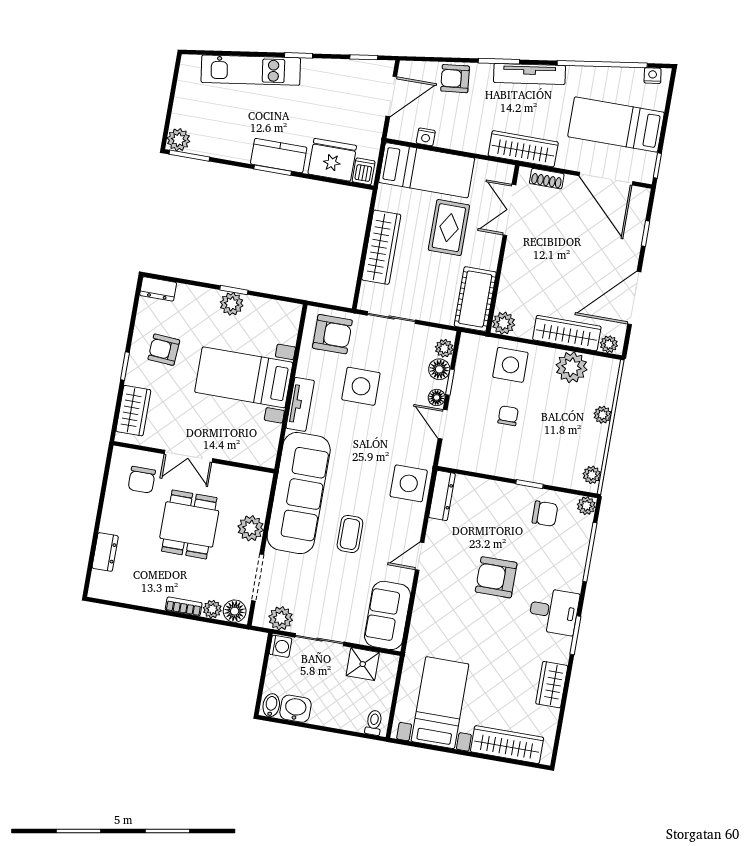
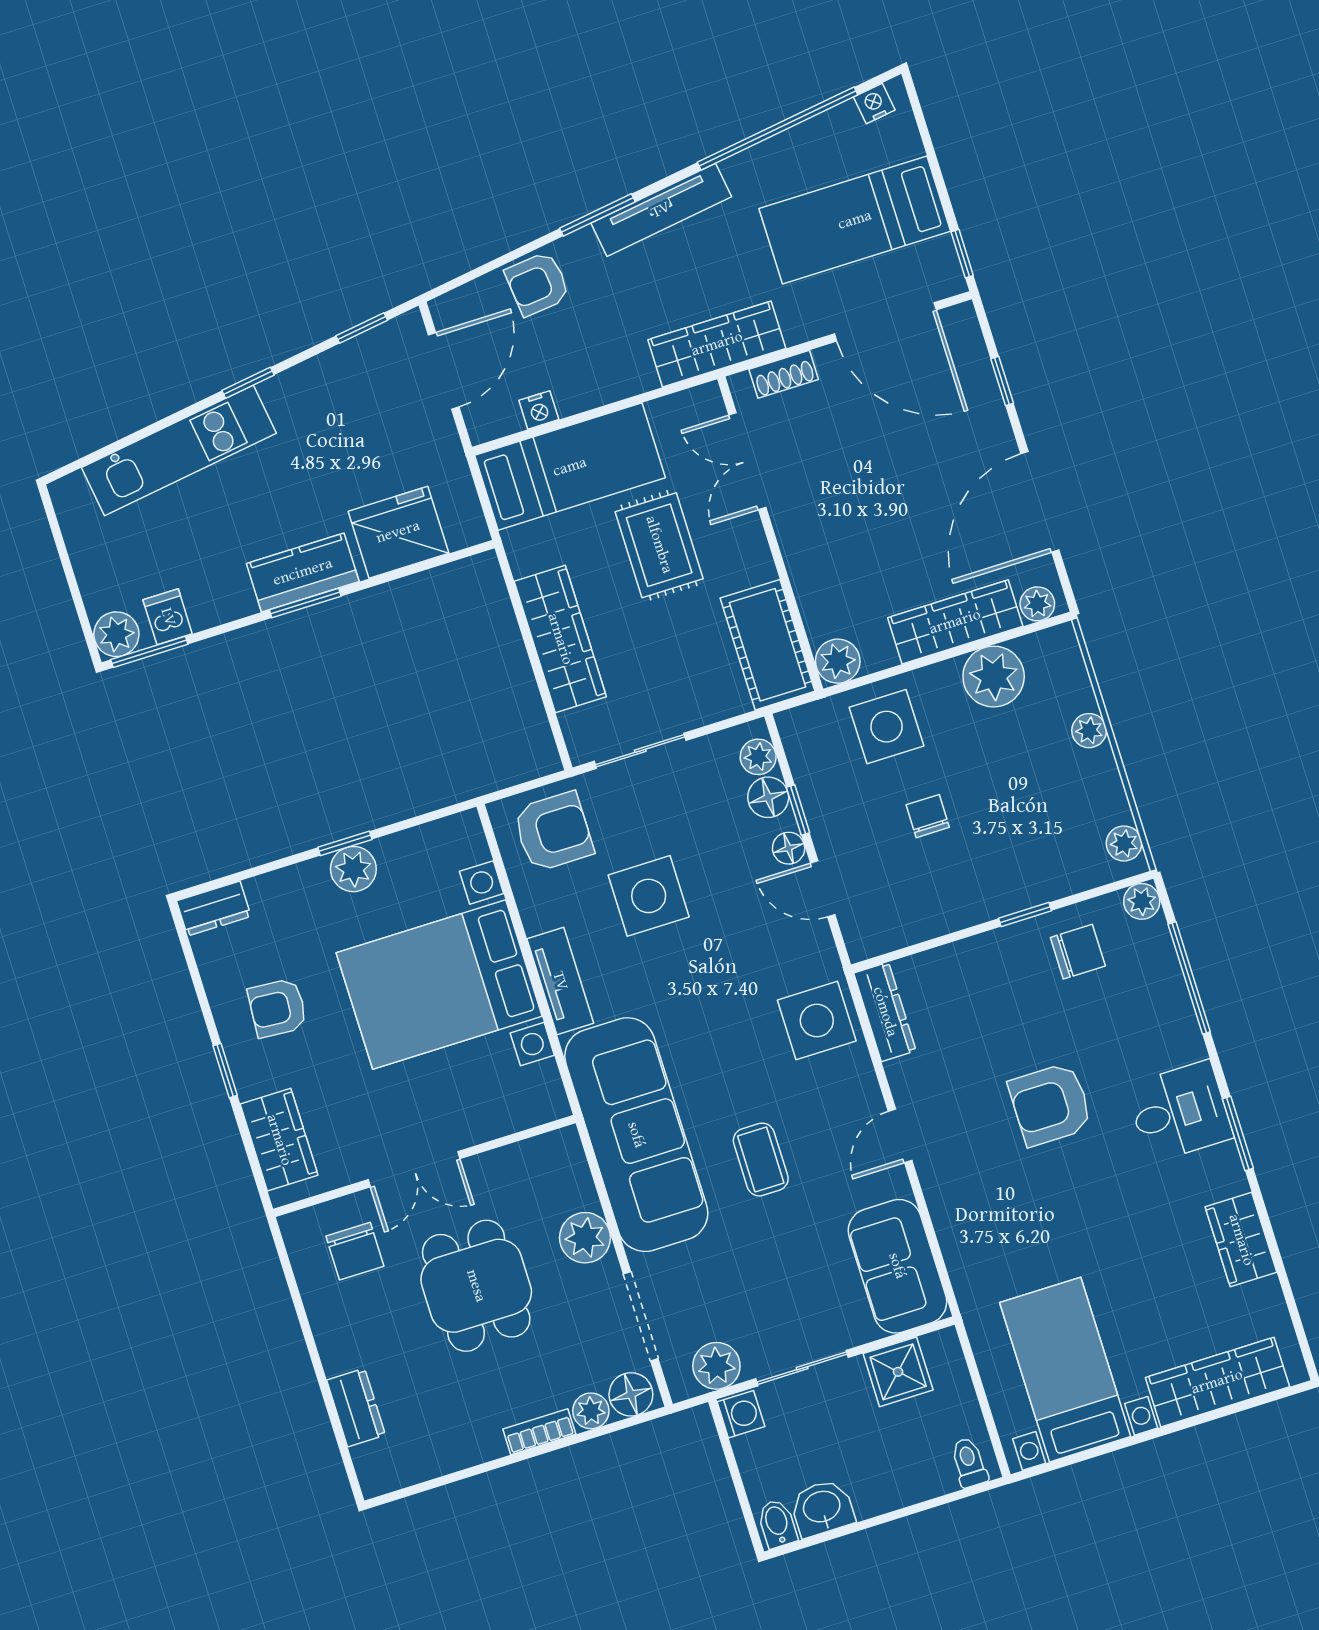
dishwasher: (364, 171) -> (168, 617), moved
bed with nightstands: (244, 377) -> (439, 984), width x1.36

